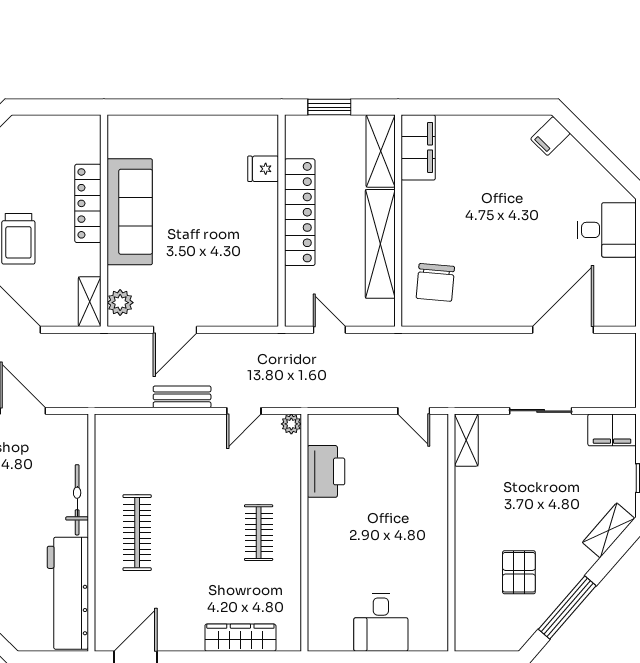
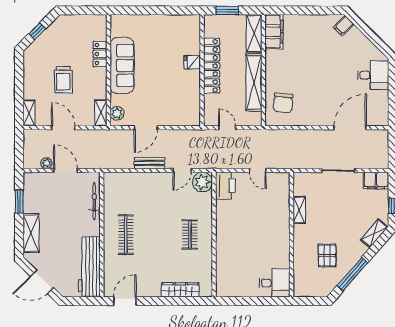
fridge: (263, 169) -> (192, 62), moved
locker: (88, 203) -> (100, 54), width x0.66
door: (414, 411) -> (258, 170), moved
plant: (291, 424) -> (202, 182), width x1.88, depth x1.88
shelving: (466, 440) -> (299, 210), moved
printer: (326, 471) -> (225, 186), moved
bicycle: (77, 500) -> (94, 201), moved
desk: (381, 622) -> (275, 283), moved, turned -90

